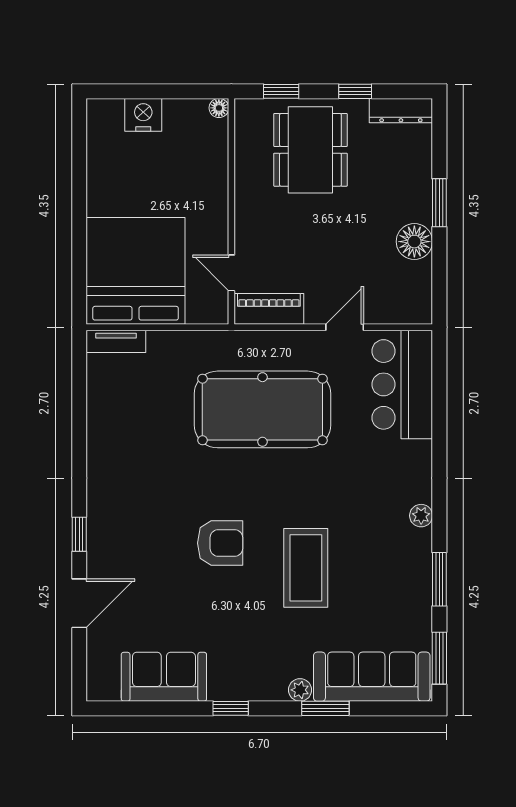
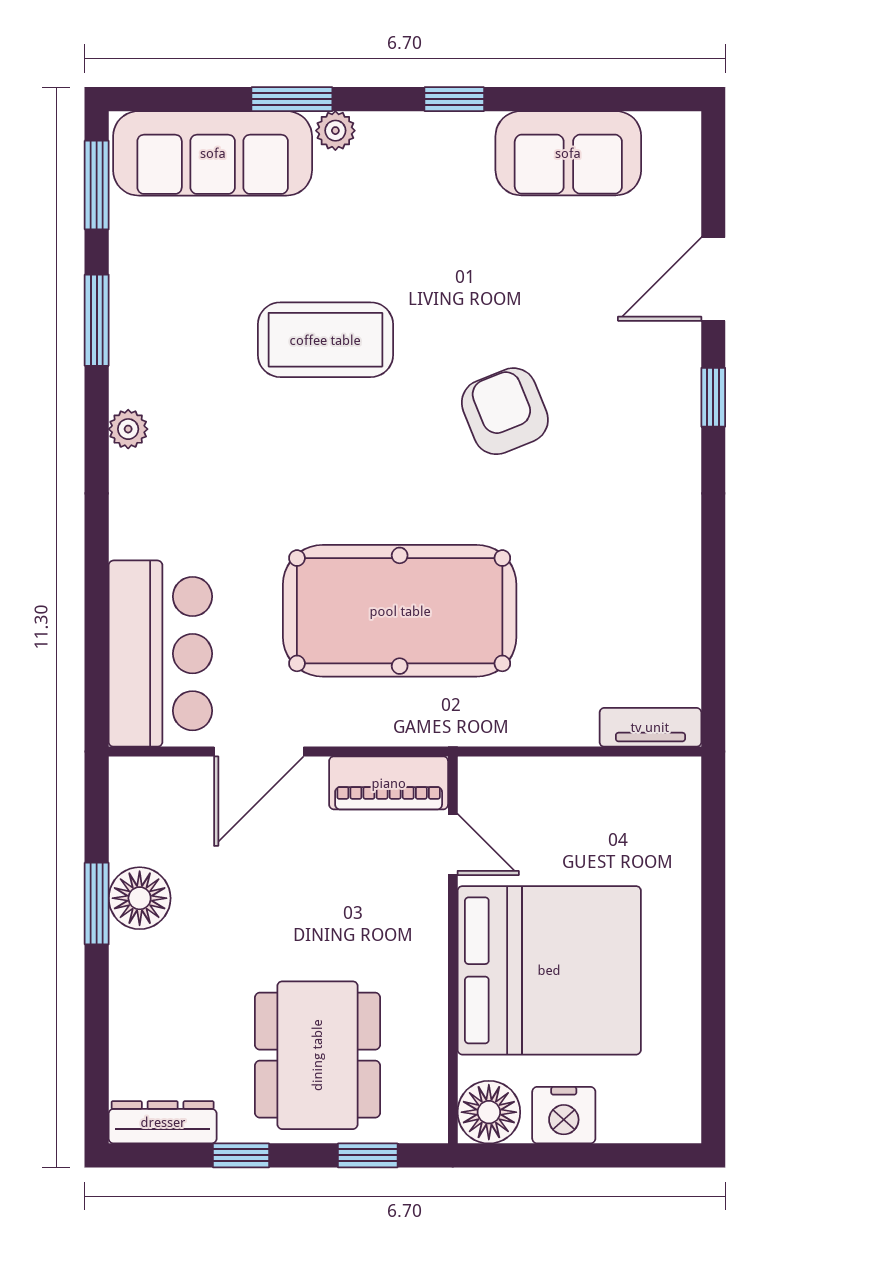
floor lamp: (219, 108) -> (489, 1112), width x1.89, depth x1.89
nightstand: (143, 115) -> (564, 1115), moved
window: (439, 203) -> (97, 904), moved
bed: (136, 271) -> (549, 970), moved, turned -90
door: (345, 327) -> (259, 752), width x1.38
armchair: (220, 543) -> (505, 411), moved, turned 68
coffee table: (306, 568) -> (325, 340), turned 90

